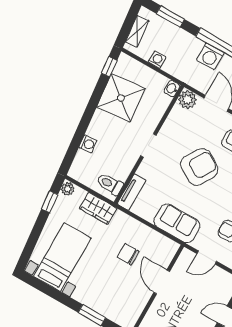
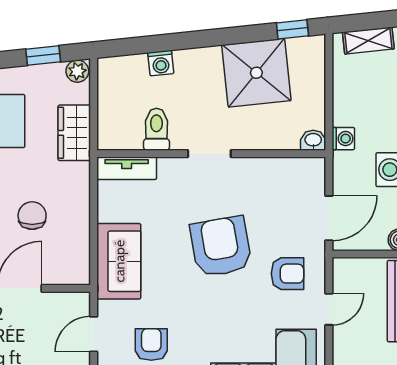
washing machine: (157, 60) -> (343, 139), moved
plant: (187, 100) -> (310, 172), removed
armchair: (199, 167) -> (221, 247), turned -131
toilet: (110, 184) -> (156, 129), moved
door: (207, 257) -> (94, 334), hinge flipped

